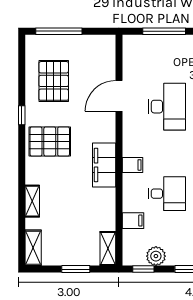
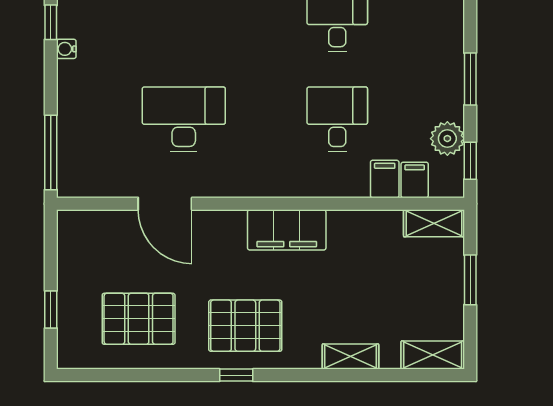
window: (59, 31) -> (51, 310), width x0.46
window: (164, 31) -> (51, 152), moved
window: (22, 115) -> (236, 375), moved
pallet: (50, 142) -> (245, 326), turned 90
filing cabinet: (132, 165) -> (415, 180), moved

